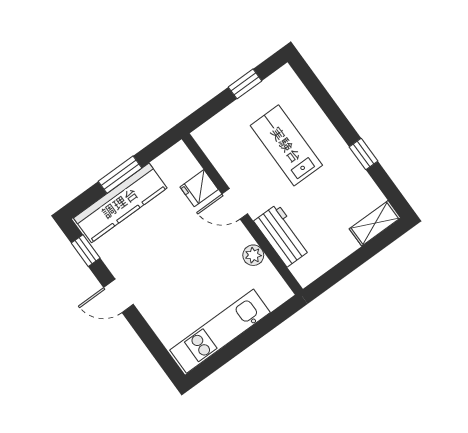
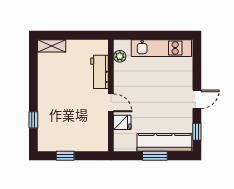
lab bench: (286, 145) -> (67, 113), removed
window: (363, 154) -> (33, 120), moved
plant: (253, 255) -> (120, 56), moved
door: (119, 296) -> (197, 99), hinge flipped

